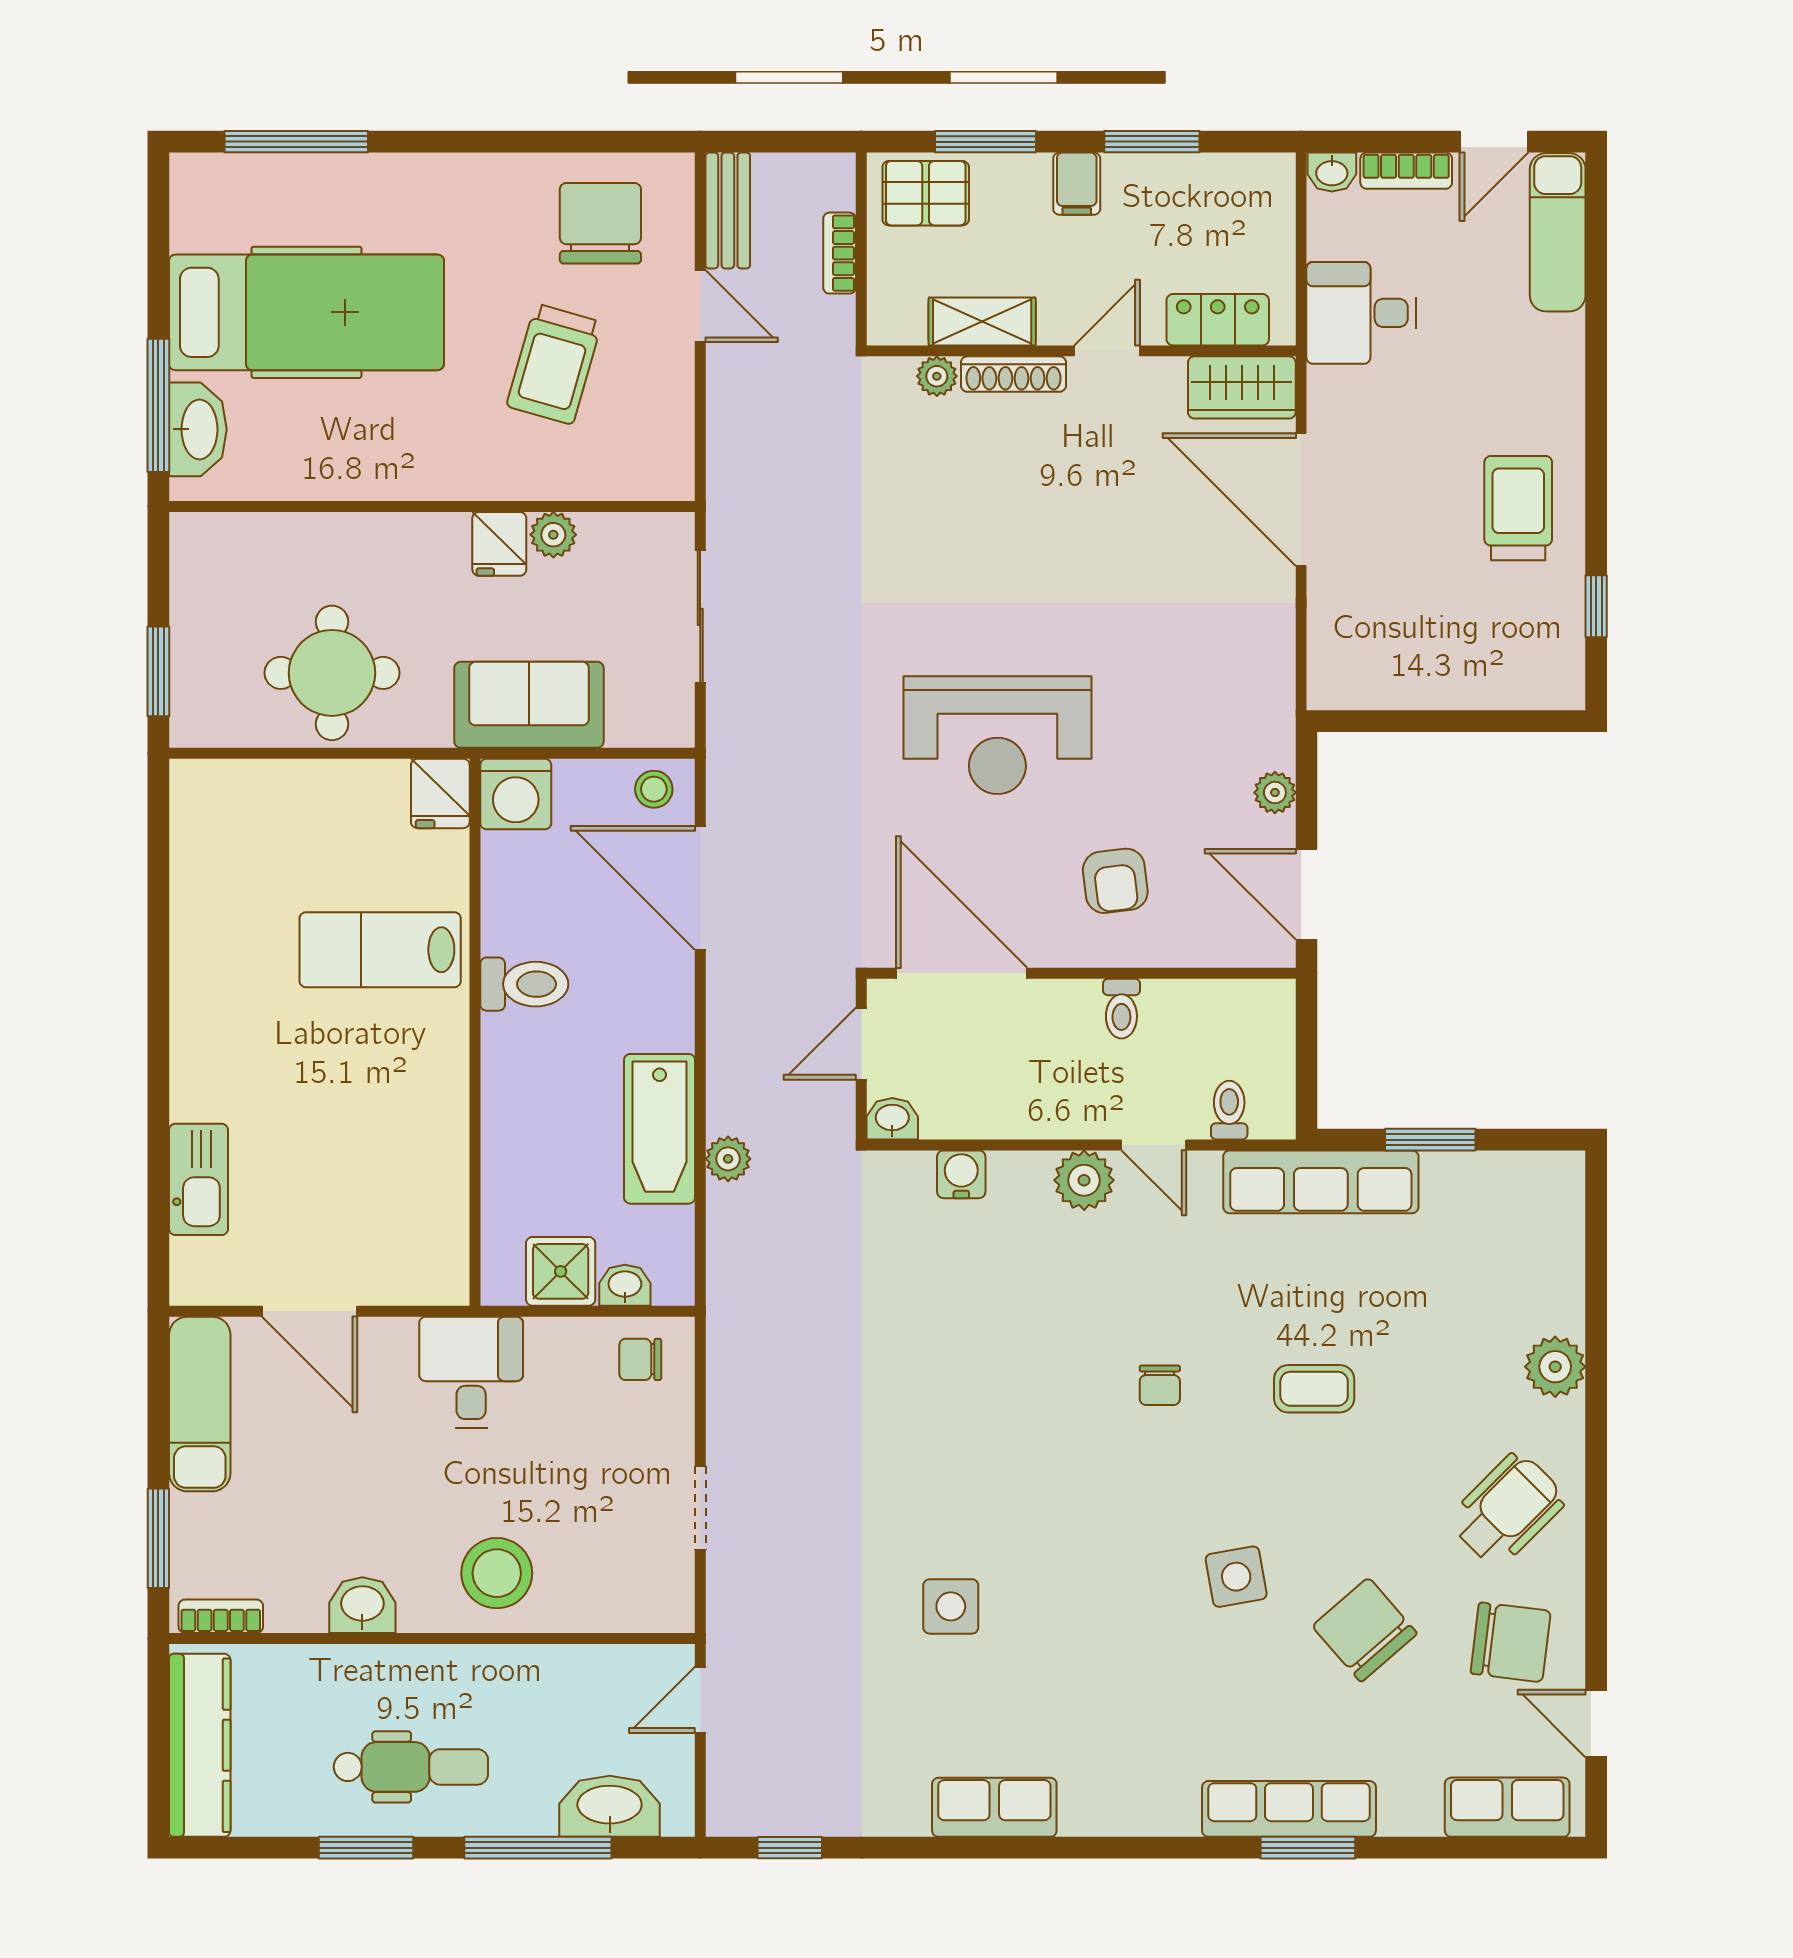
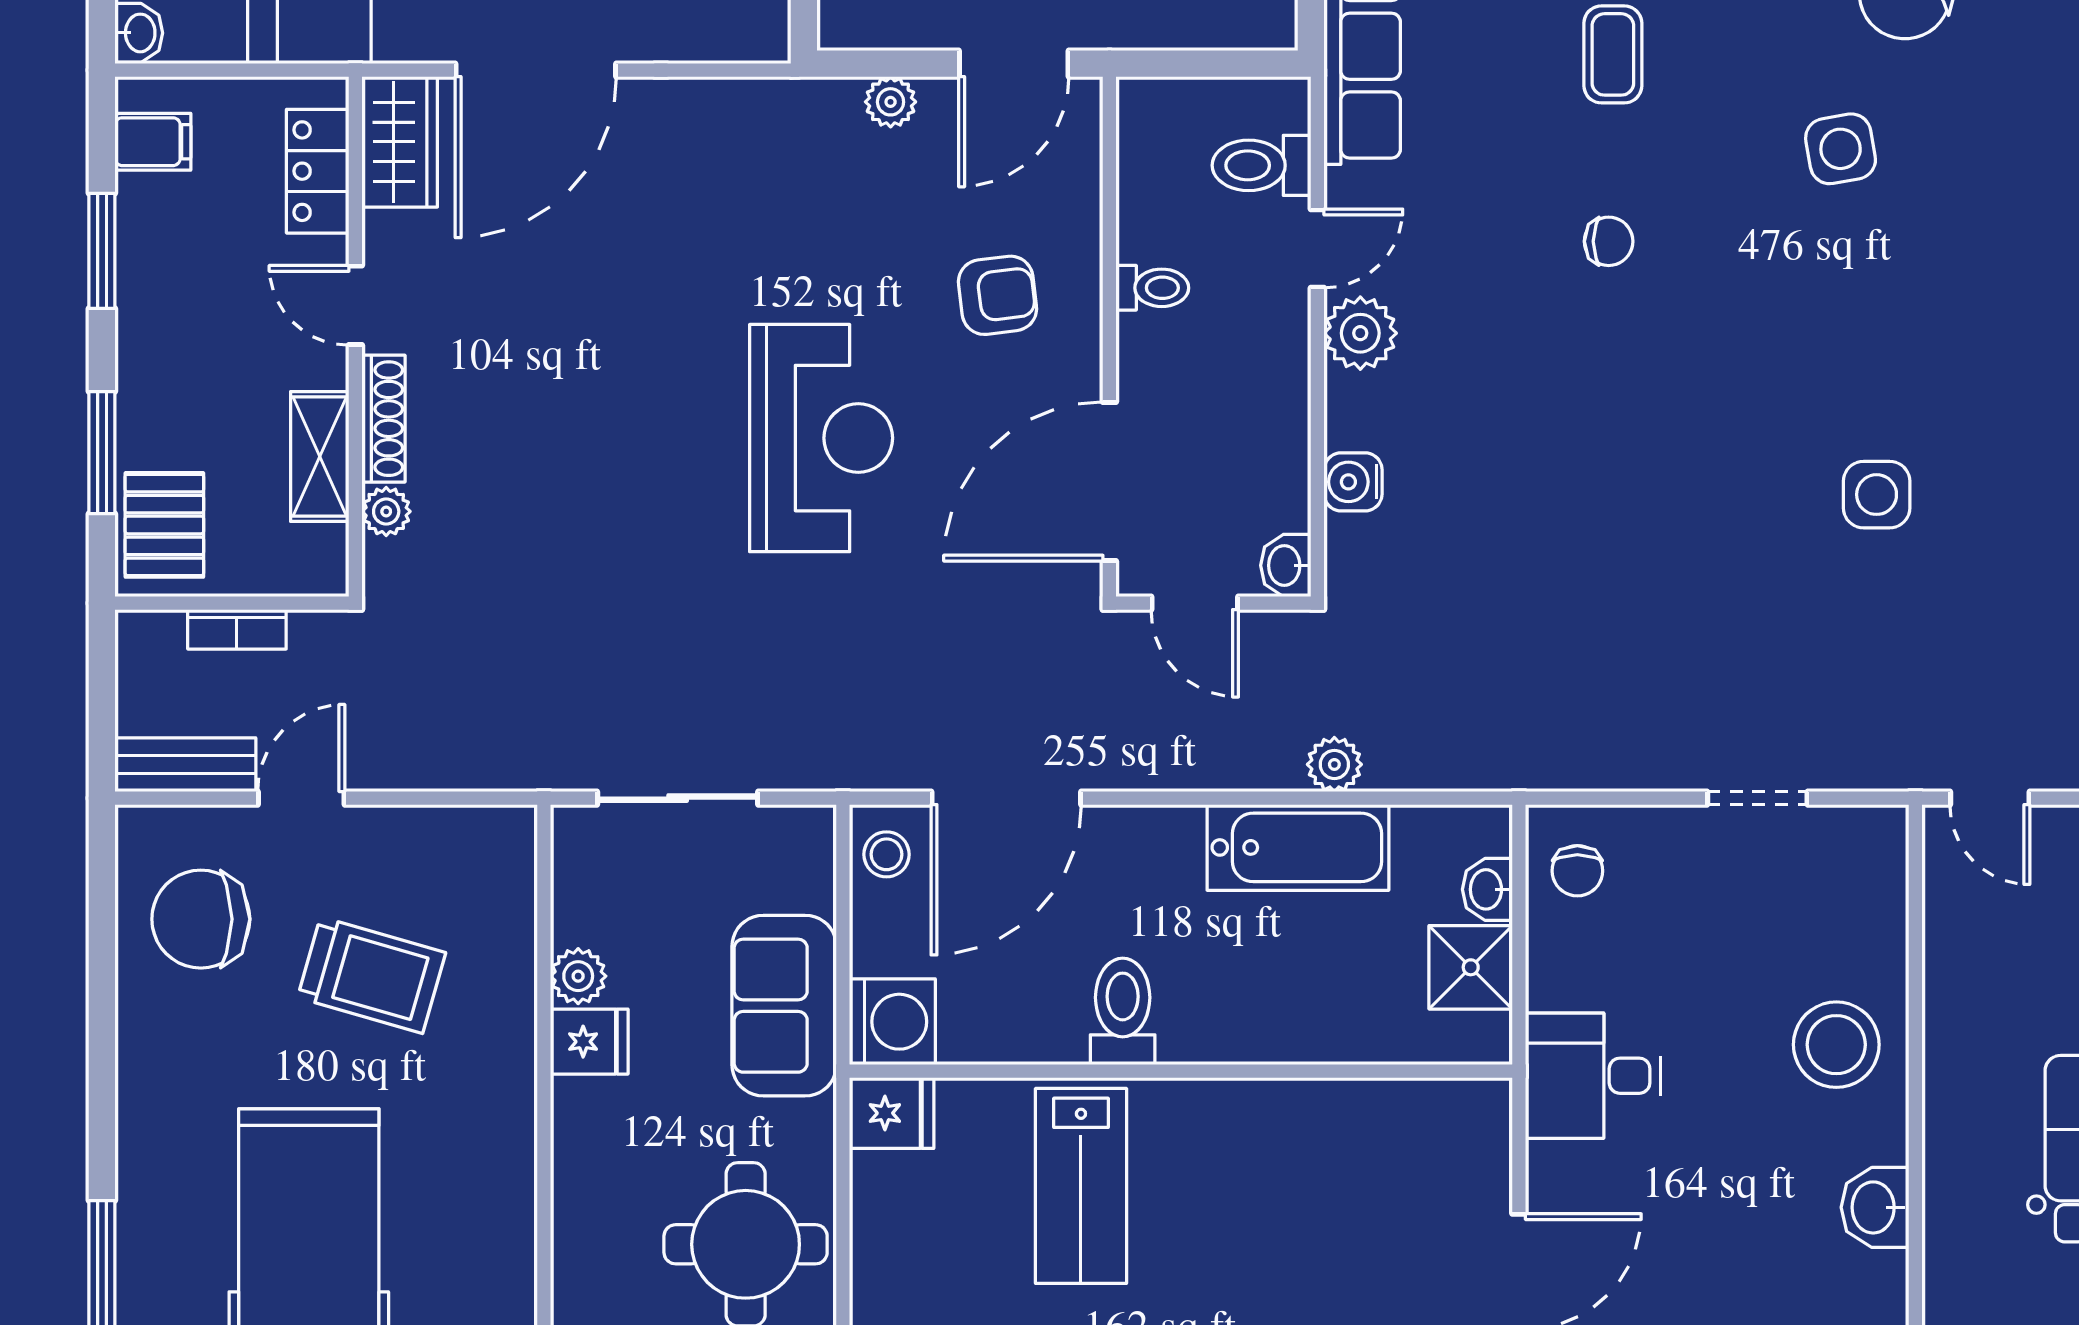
filing cabinet: (1077, 184) -> (153, 142), moved
toilet: (1229, 1110) -> (1262, 165), width x1.37, depth x1.39

